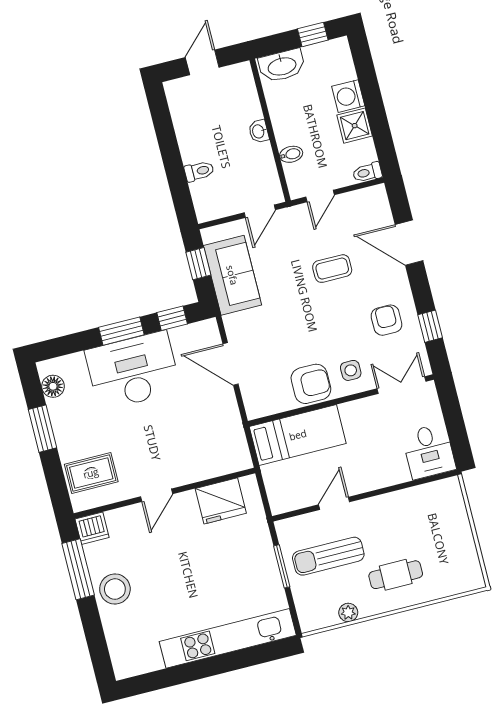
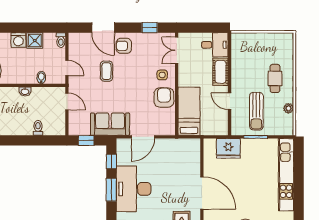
door: (409, 243) -> (103, 28), hinge flipped
sofa: (232, 275) -> (110, 124), moved
armchair: (386, 320) -> (124, 46), moved
cot: (383, 474) -> (220, 72), added
door: (157, 495) -> (202, 193), width x1.87
fridge: (221, 501) -> (228, 148), moved, turned 90

